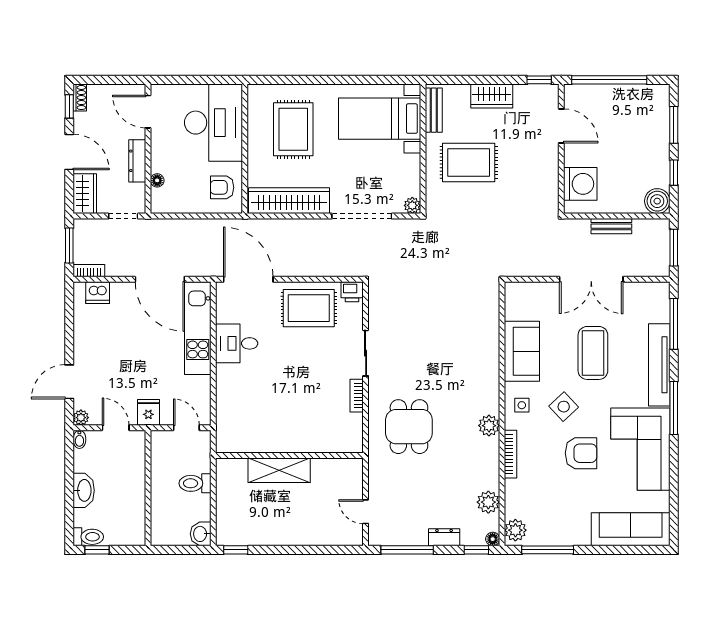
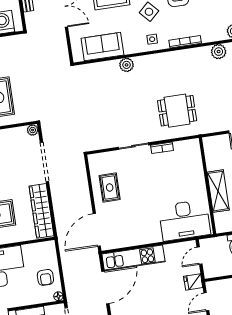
floor lamp: (157, 180) -> (58, 296), moved
armchair: (222, 187) -> (45, 277), moved
printer: (352, 292) -> (95, 161), removed
rug: (309, 308) -> (110, 187), width x0.73, depth x0.70
desk: (237, 343) -> (185, 220), moved, width x1.87, depth x1.30
sofa: (522, 351) -> (102, 47), moved
plant: (489, 426) -> (127, 65), moved

